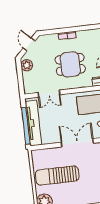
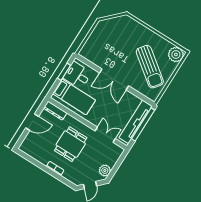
dining table: (70, 64) -> (71, 144), turned 90
sun lounger: (57, 176) -> (150, 67), turned 37

